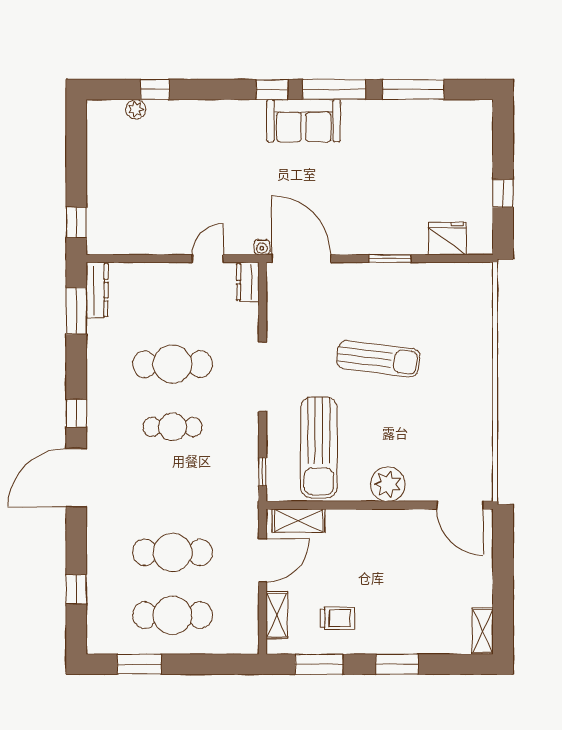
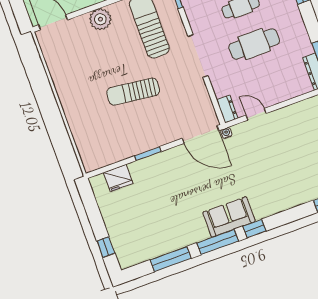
window: (503, 193) -> (106, 247), moved
door: (208, 258) -> (256, 114), swing flipped

